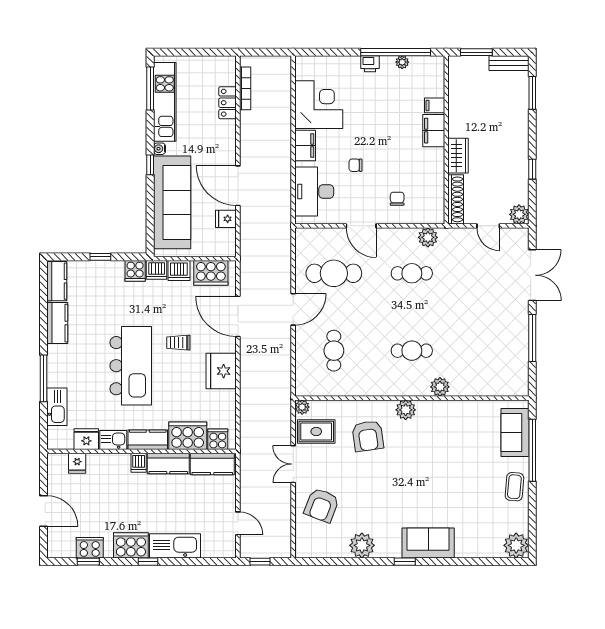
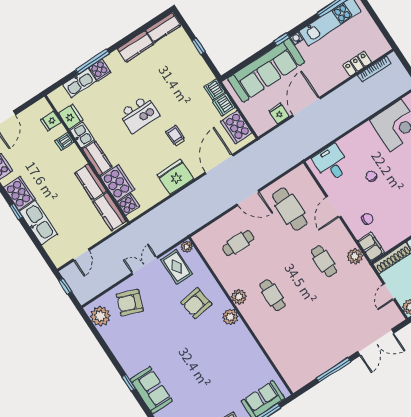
filing cabinet: (305, 145) -> (371, 247), moved, turned -90
desk: (314, 192) -> (331, 163), width x0.73
cooker: (135, 271) -> (100, 70), moved, turned -90
kitchen island: (131, 366) -> (139, 114), width x0.54, depth x0.78
plant: (440, 387) -> (239, 297), moved
dishwasher: (139, 463) -> (64, 142), moved
plant: (362, 545) -> (100, 316), moved

